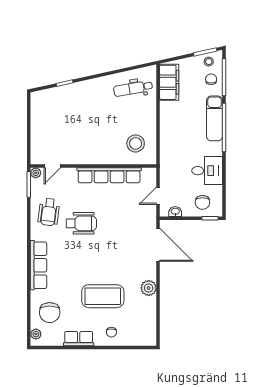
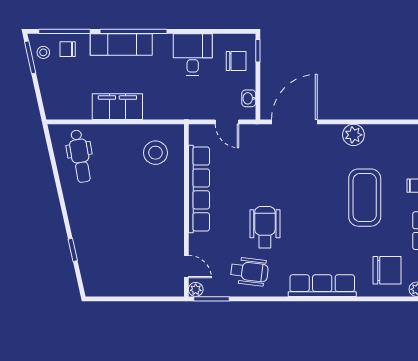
filing cabinet: (169, 82) -> (117, 107), moved

